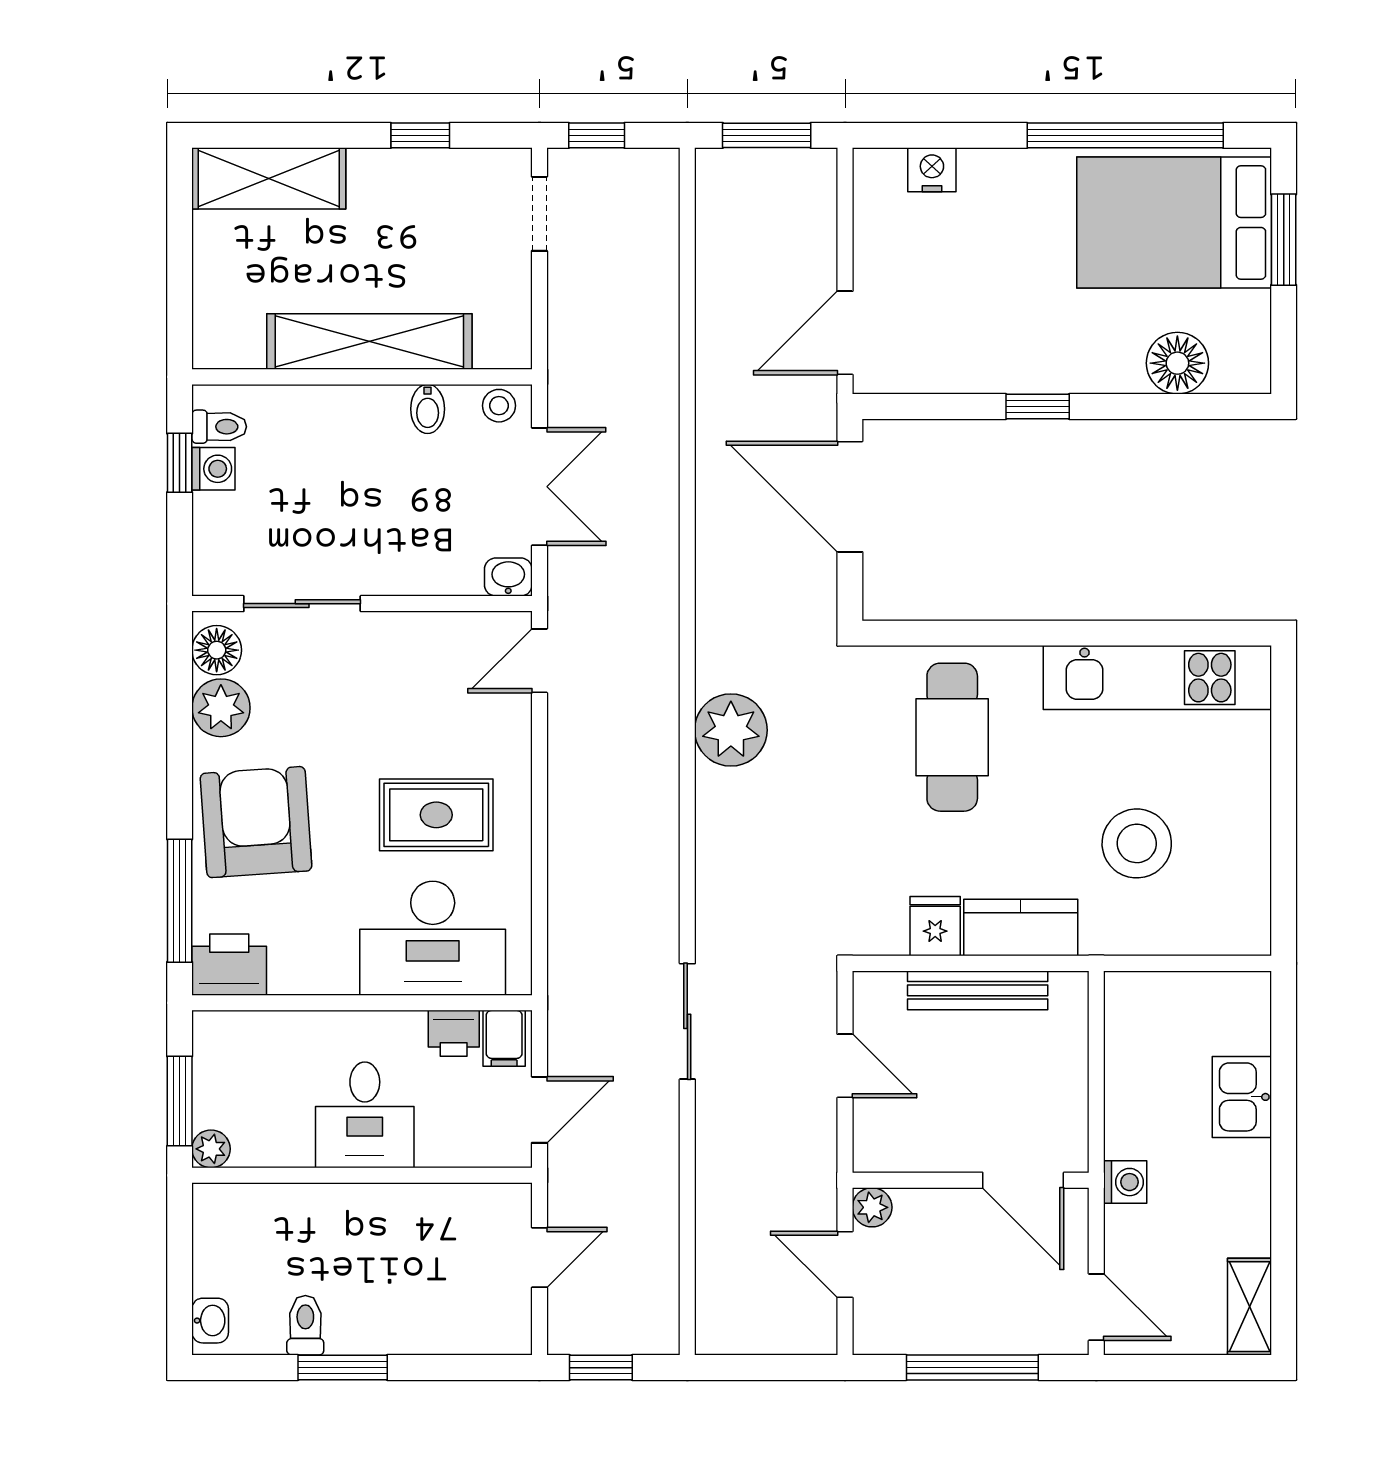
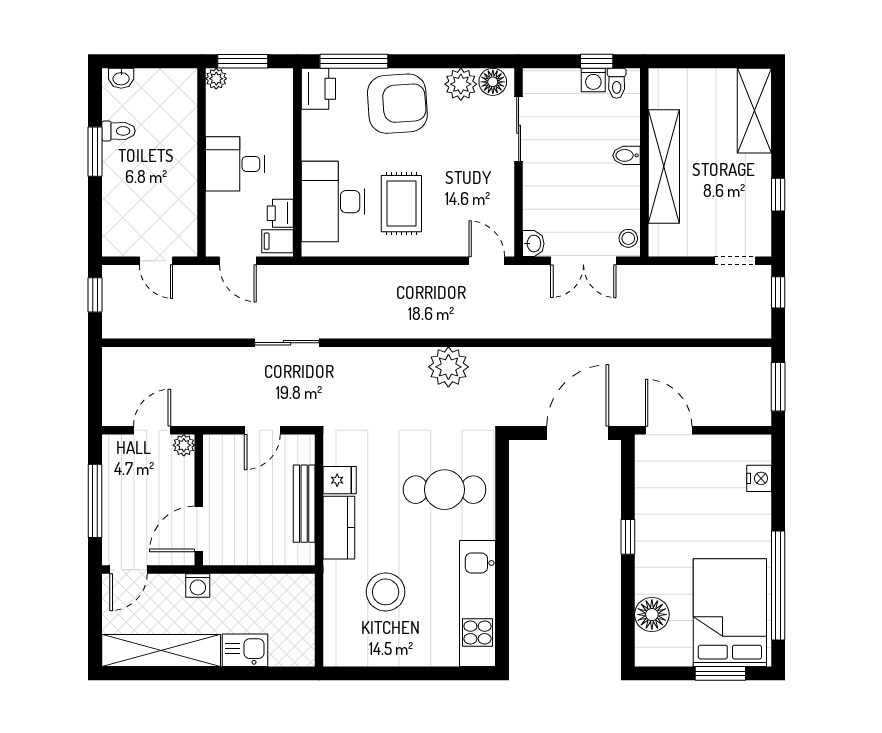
bidet: (428, 409) -> (626, 155), moved
shelving: (1249, 1307) -> (161, 650), width x2.20, depth x1.33

